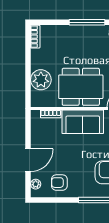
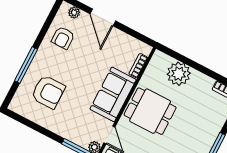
dining table: (81, 87) -> (150, 111), width x0.73
armchair: (59, 183) -> (63, 38), turned 180

